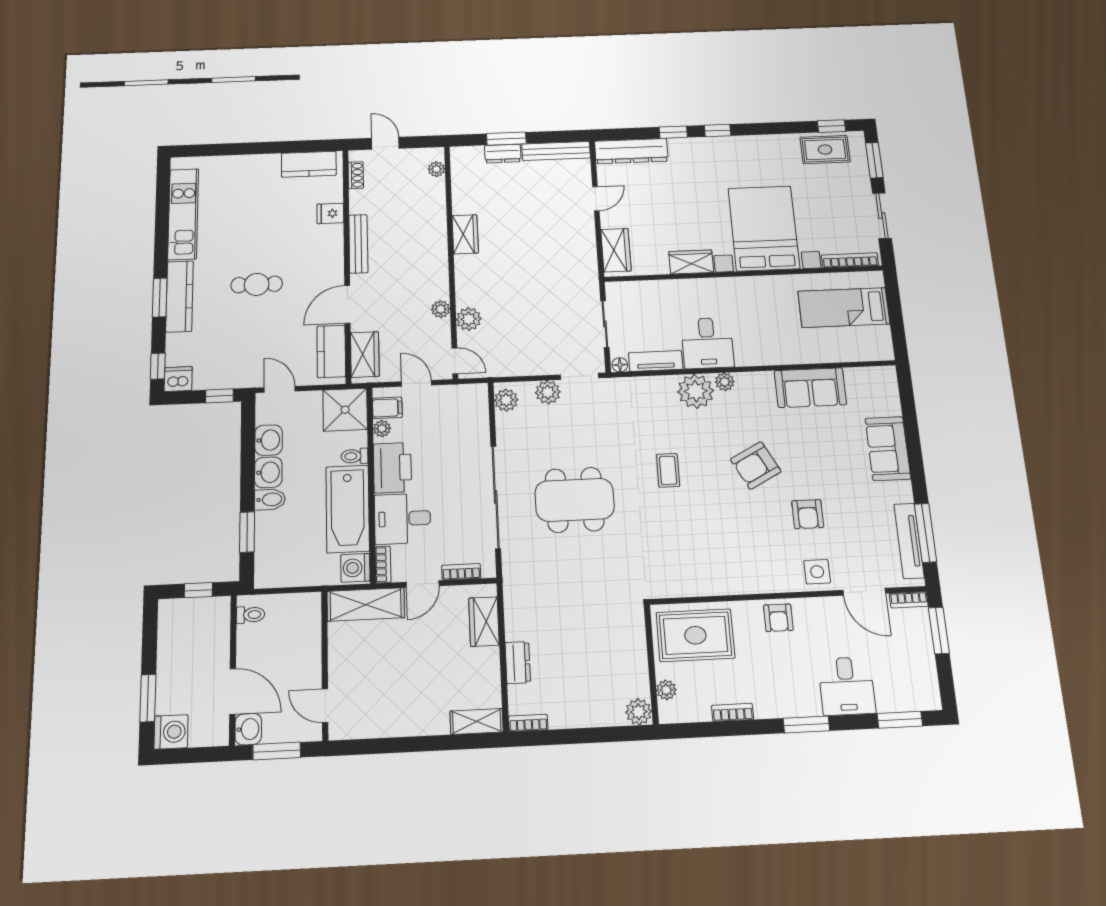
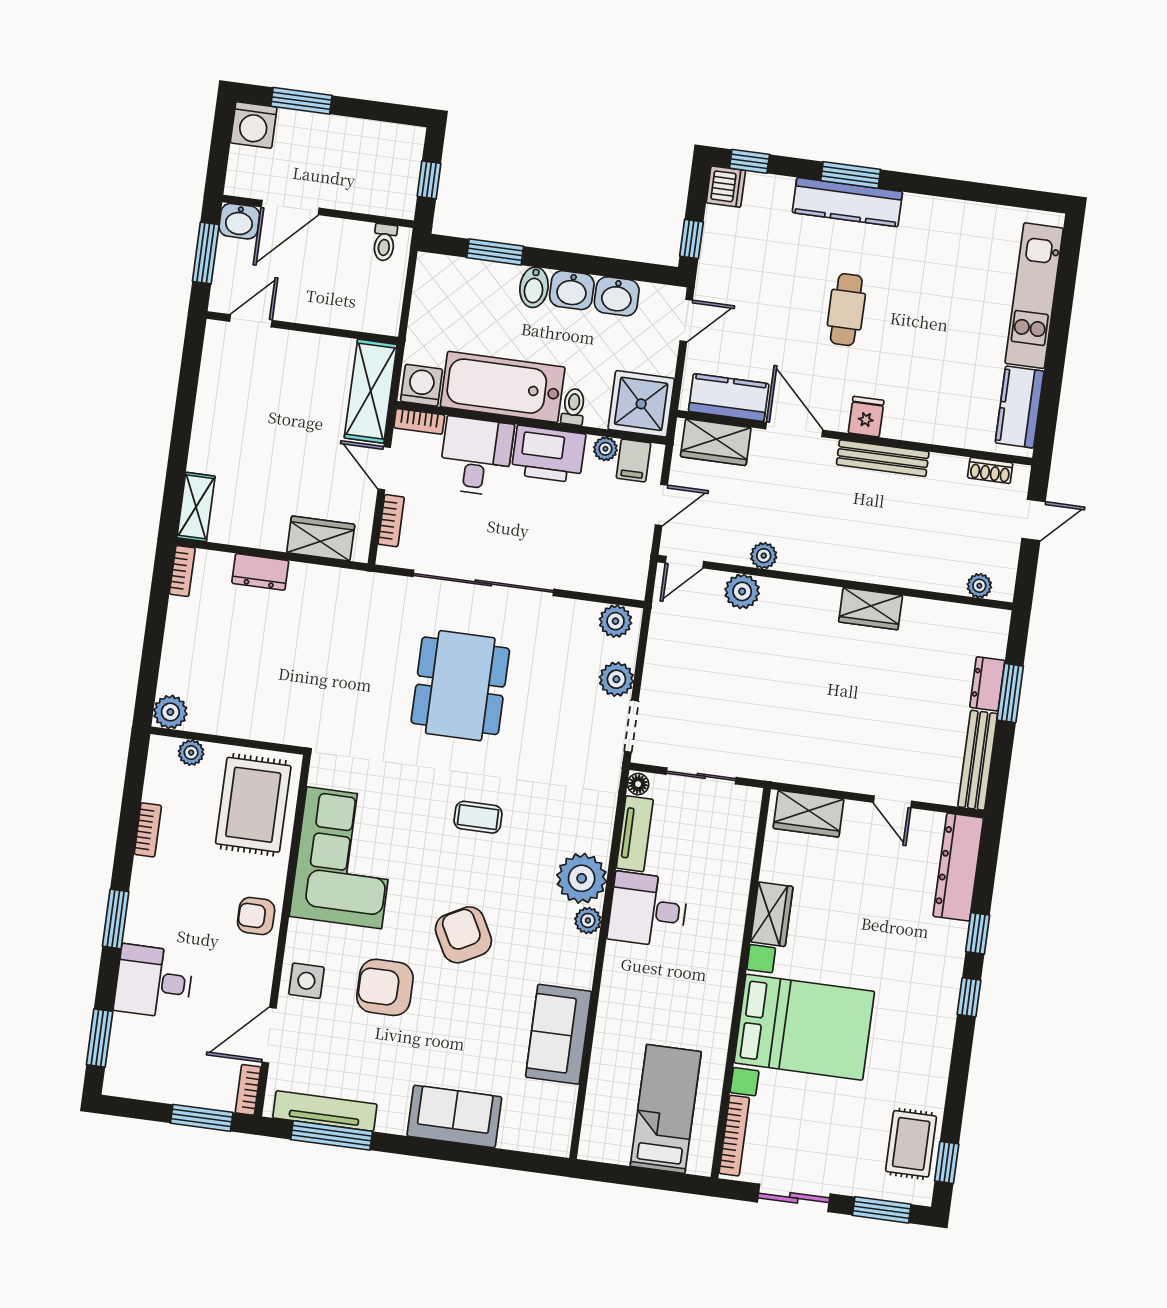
fridge: (330, 213) -> (866, 417), moved
kitchen unit: (183, 214) -> (1034, 296), moved, turned 90
armchair: (808, 514) -> (385, 987), width x1.38, depth x1.38
corner sofa: (720, 561) -> (344, 858), added

